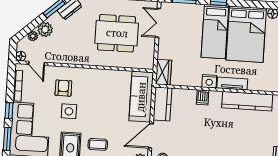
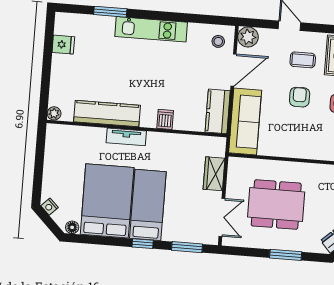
wardrobe: (163, 72) -> (214, 174), moved
nightstand: (209, 81) -> (156, 140), removed
armchair: (100, 116) -> (300, 97), added

